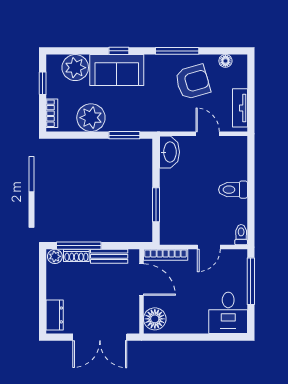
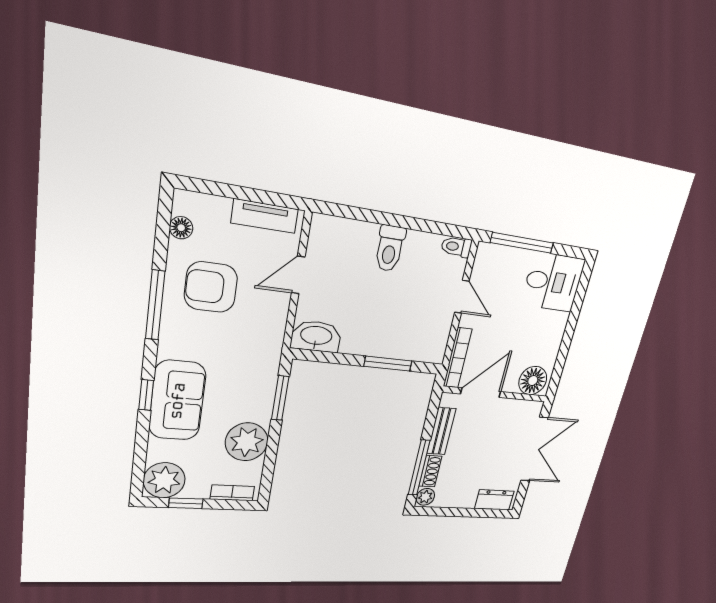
plant: (75, 68) -> (164, 480), moved
armchair: (193, 82) -> (211, 287), turned -74

